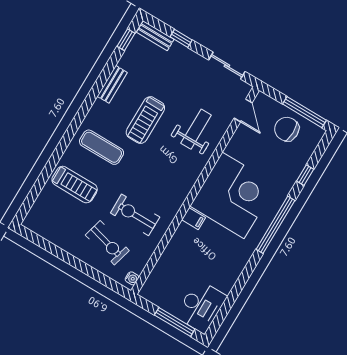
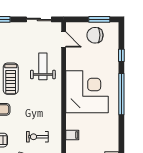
window: (304, 112) -> (99, 19), width x0.69
exercise bike: (135, 215) -> (37, 137), width x0.73, depth x0.72
filing cabinet: (194, 219) -> (72, 135), moved

